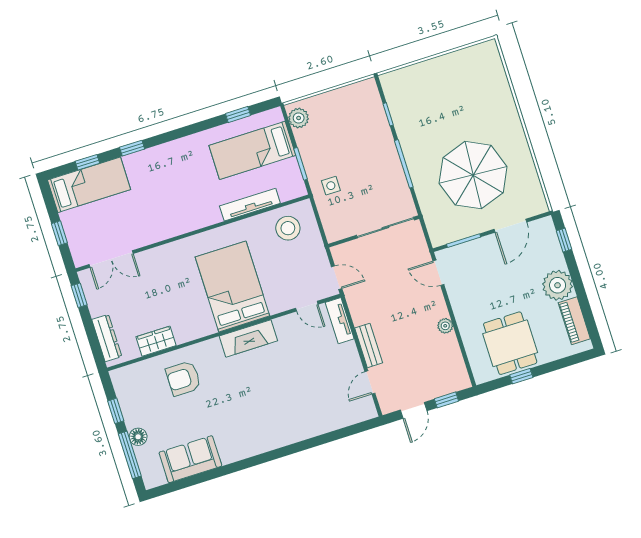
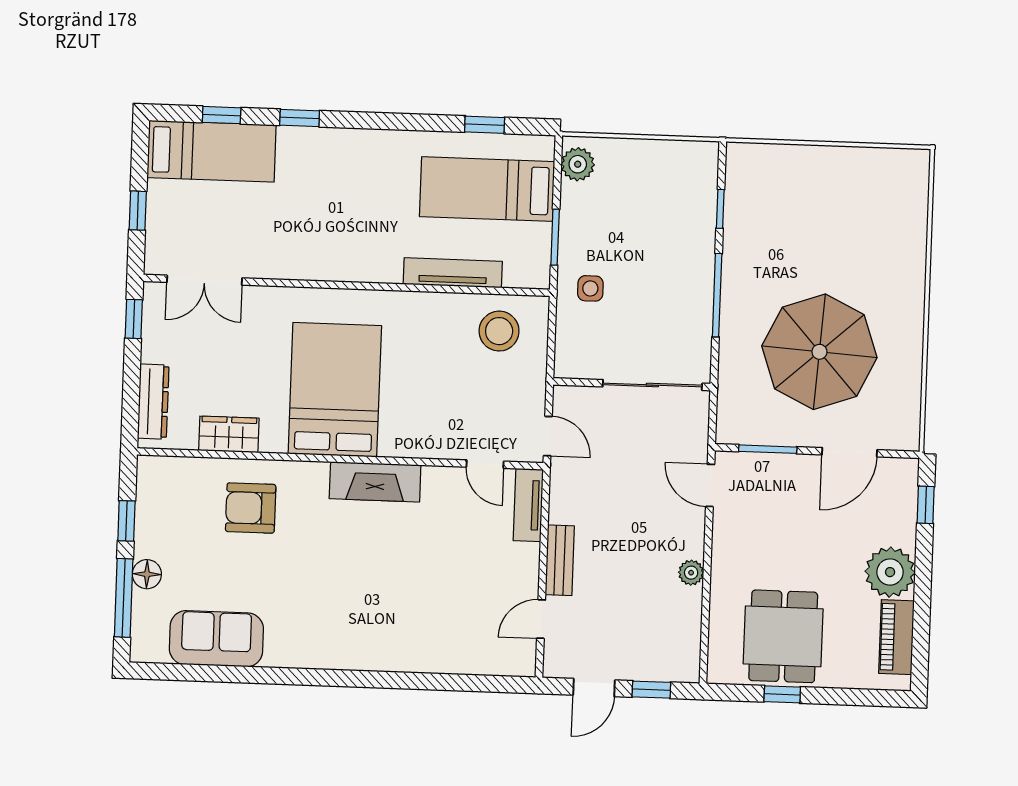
bed: (232, 286) -> (335, 390), moved

